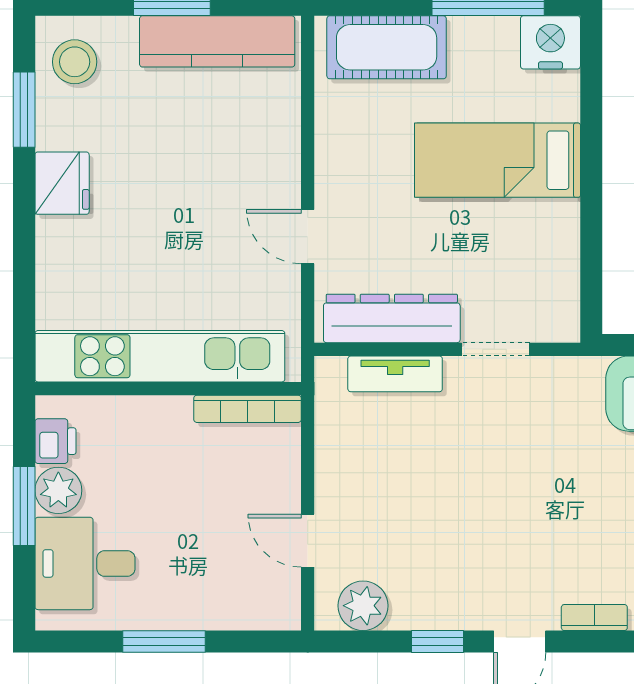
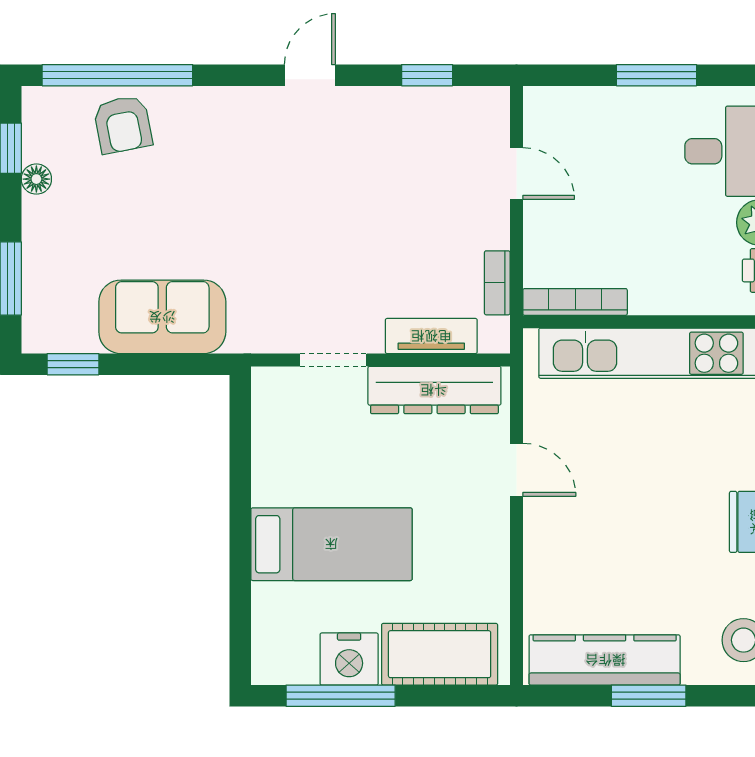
nightstand: (550, 42) -> (349, 659), moved
plant: (363, 606) -> (463, 110), removed
bookcase: (594, 618) -> (497, 283), moved, turned 90
window: (438, 642) -> (427, 75), moved

